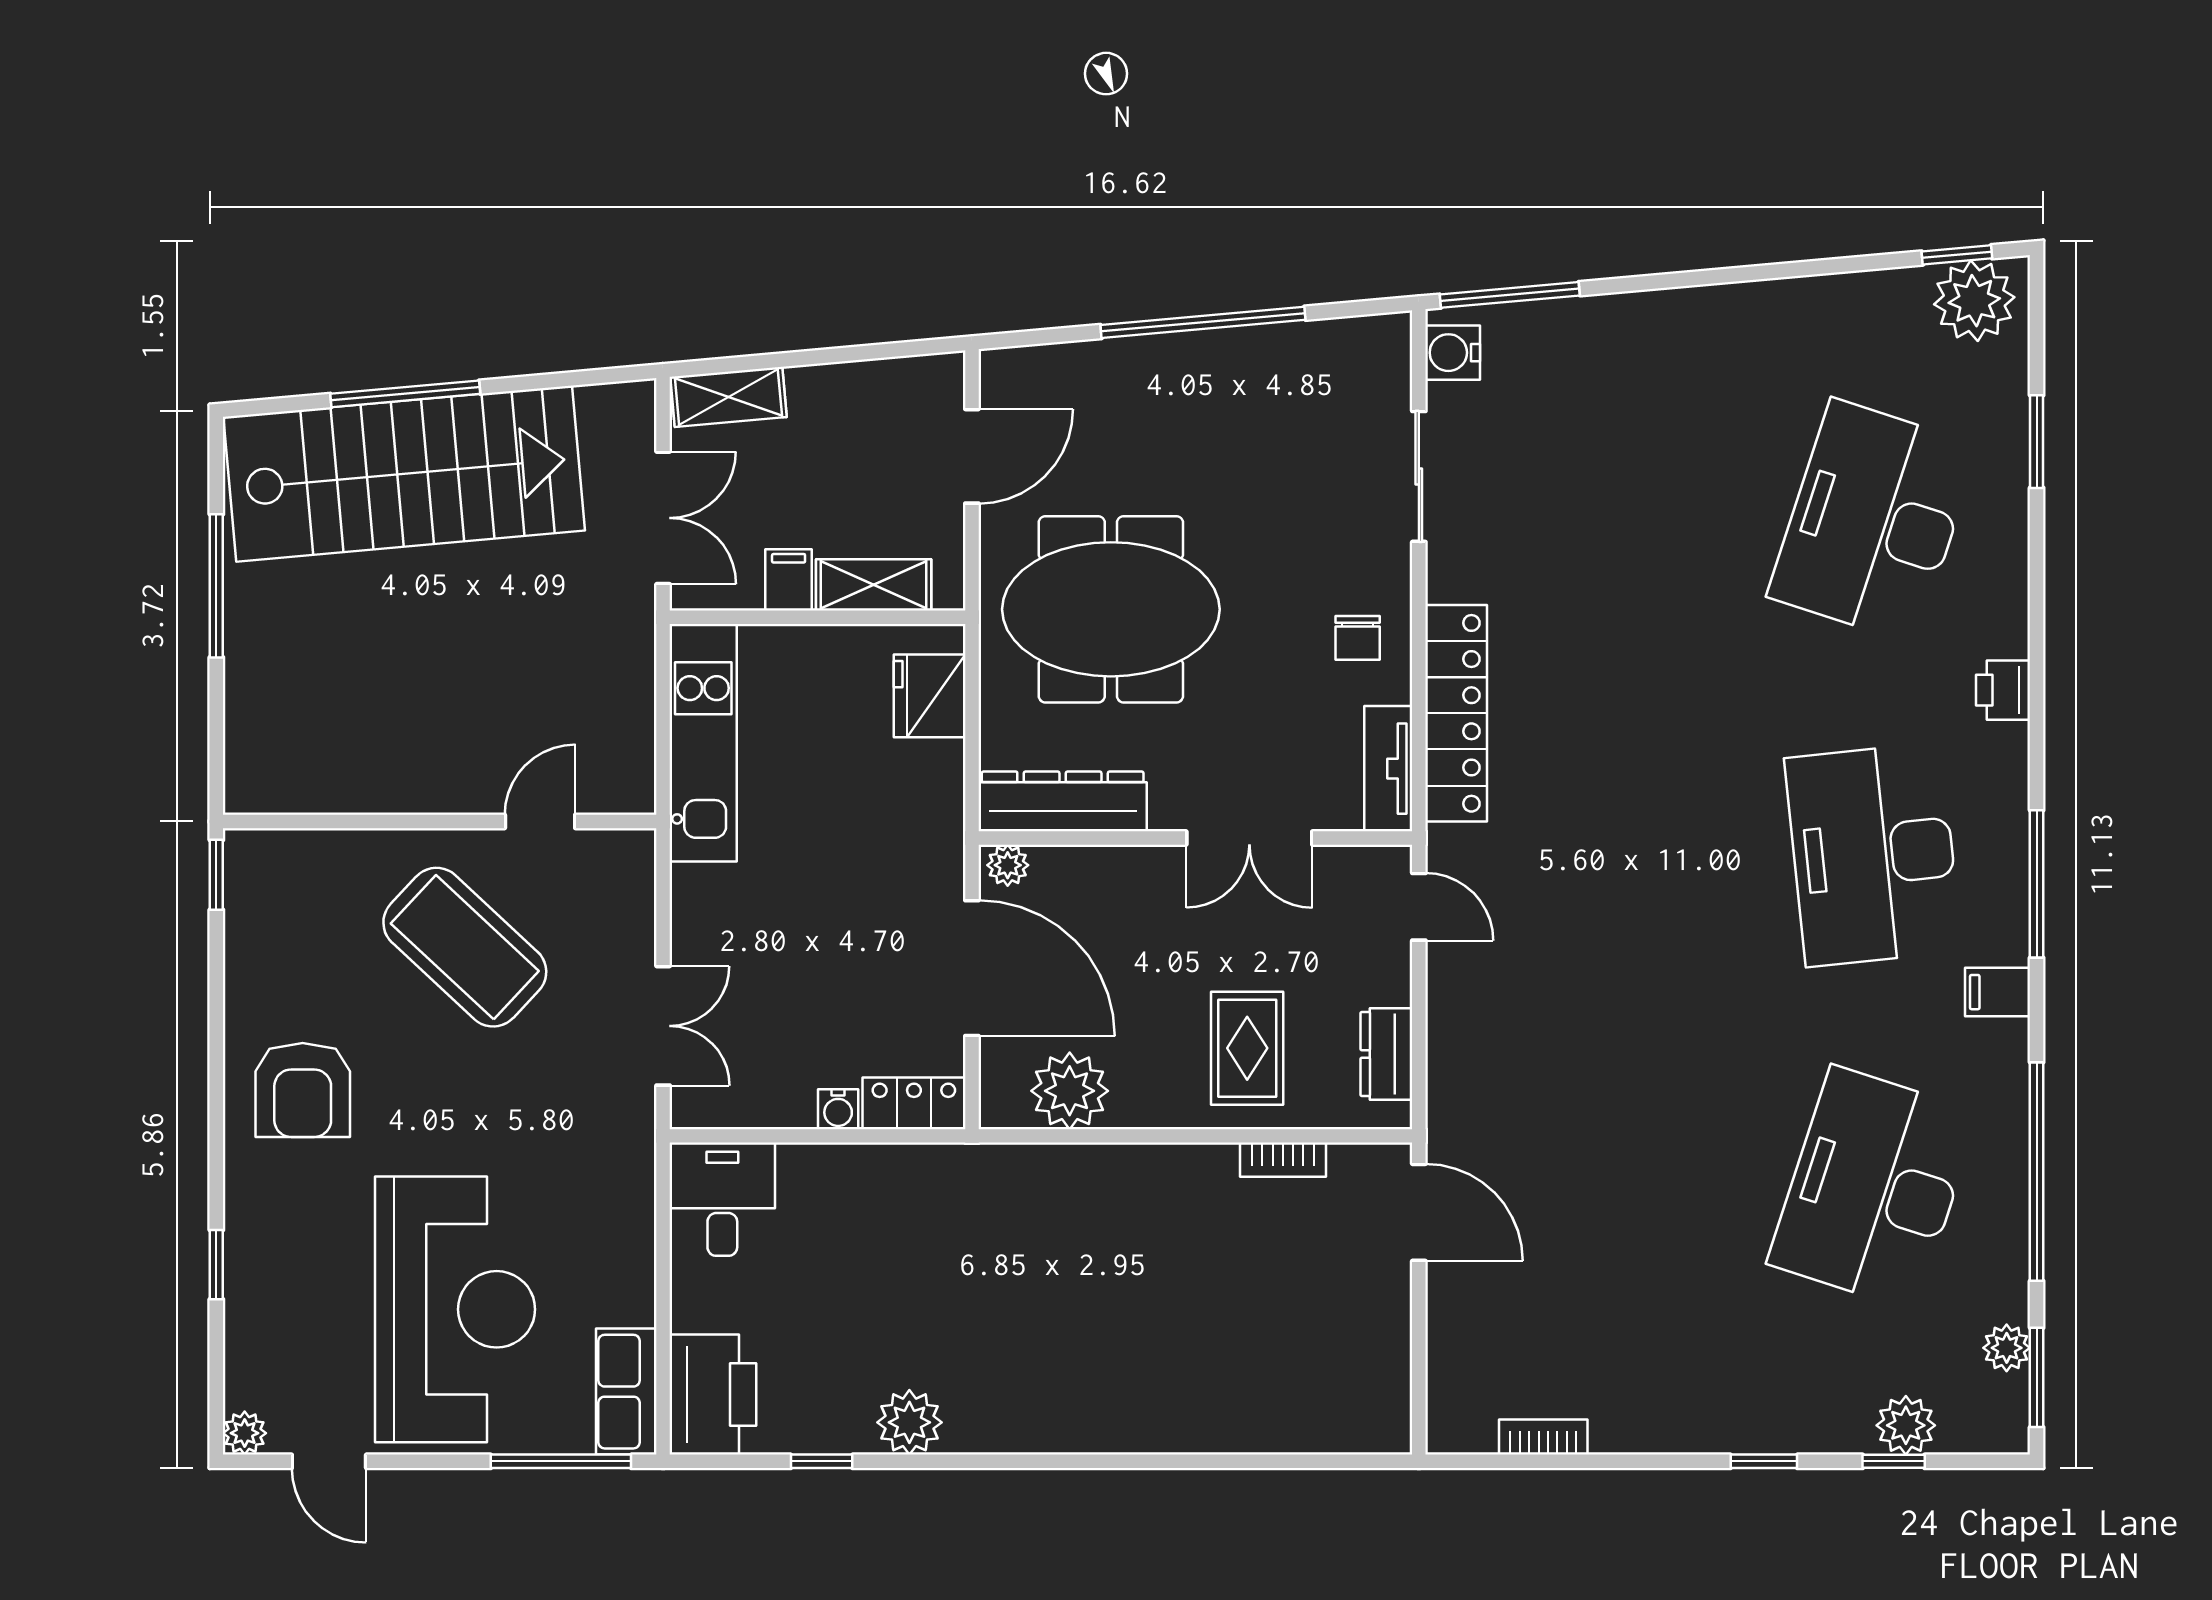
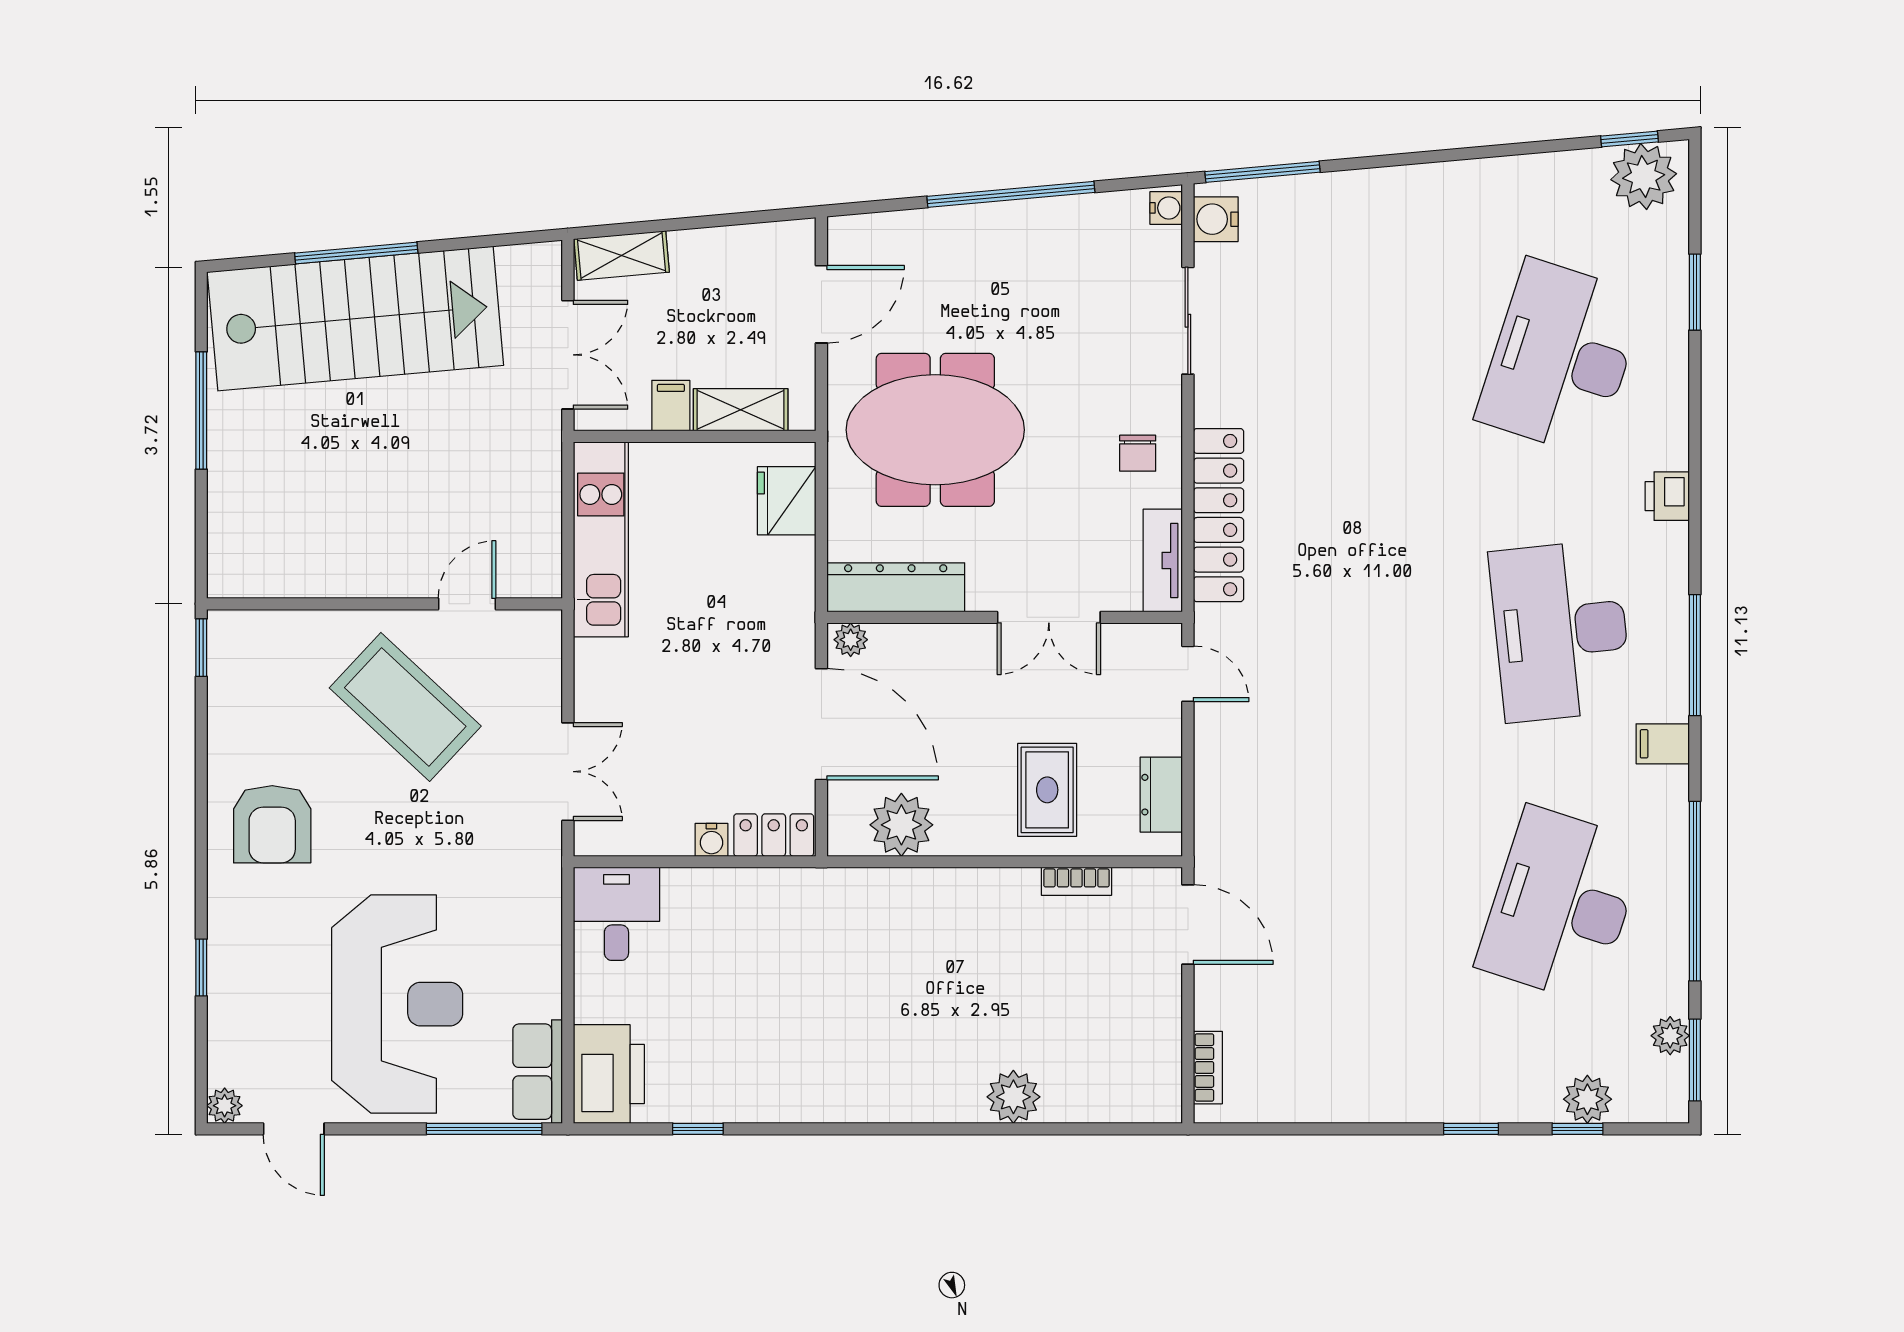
water cooler: (1392, 339) -> (1166, 208), added
plant: (909, 1422) -> (1013, 1097), moved
bookcase: (1543, 1437) -> (1208, 1068), moved, turned 90

